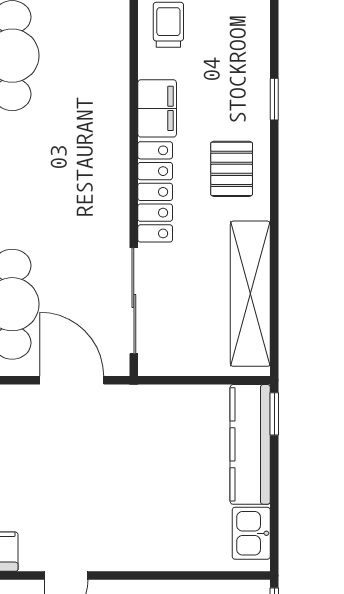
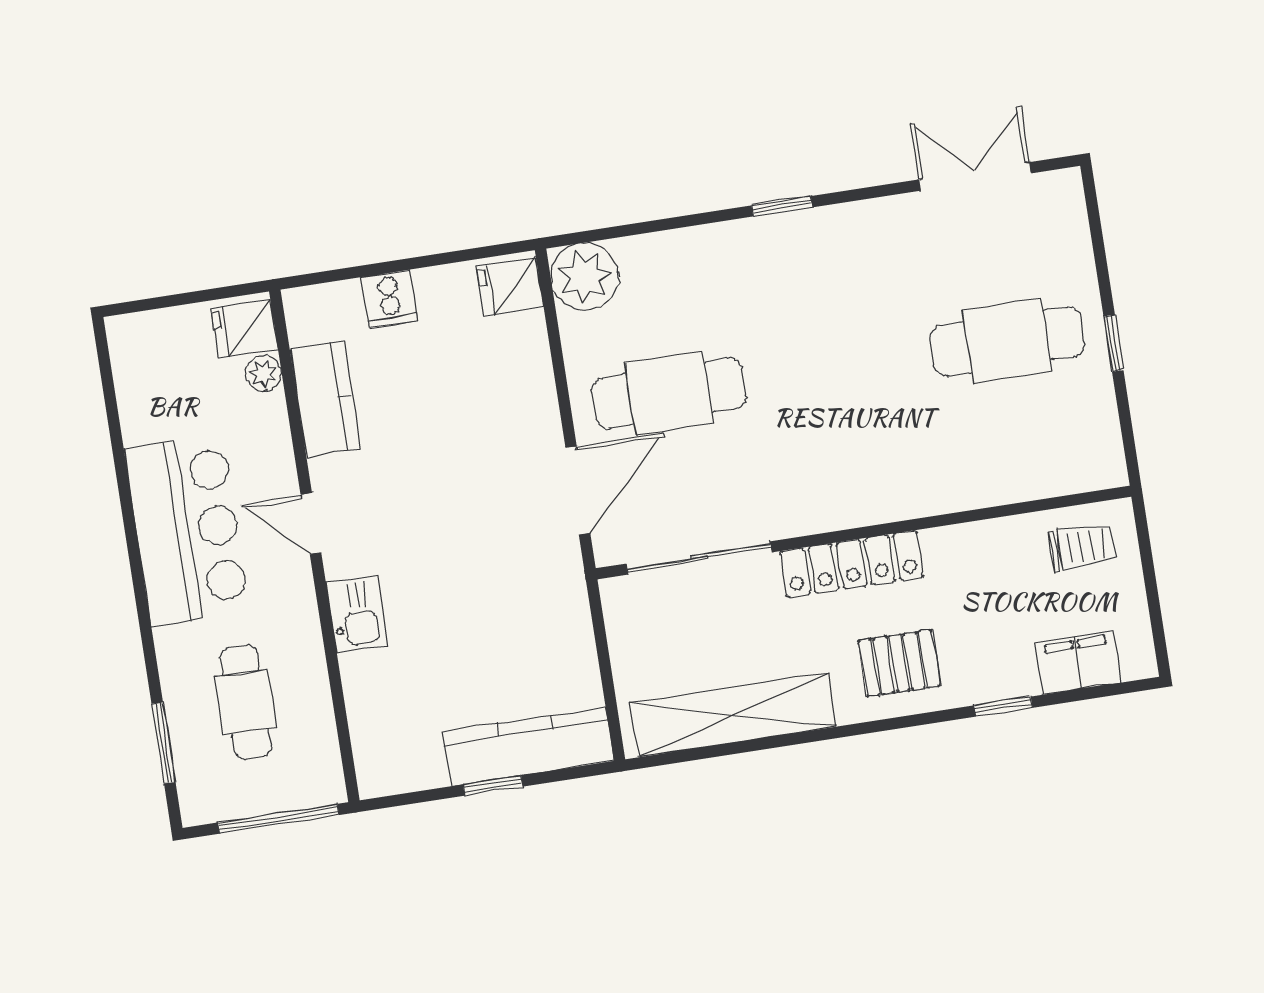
filing cabinet: (157, 108) -> (1078, 663), moved, turned 180
window: (274, 414) -> (493, 786), moved
kitchen sink: (251, 533) -> (357, 614), moved, turned 90

